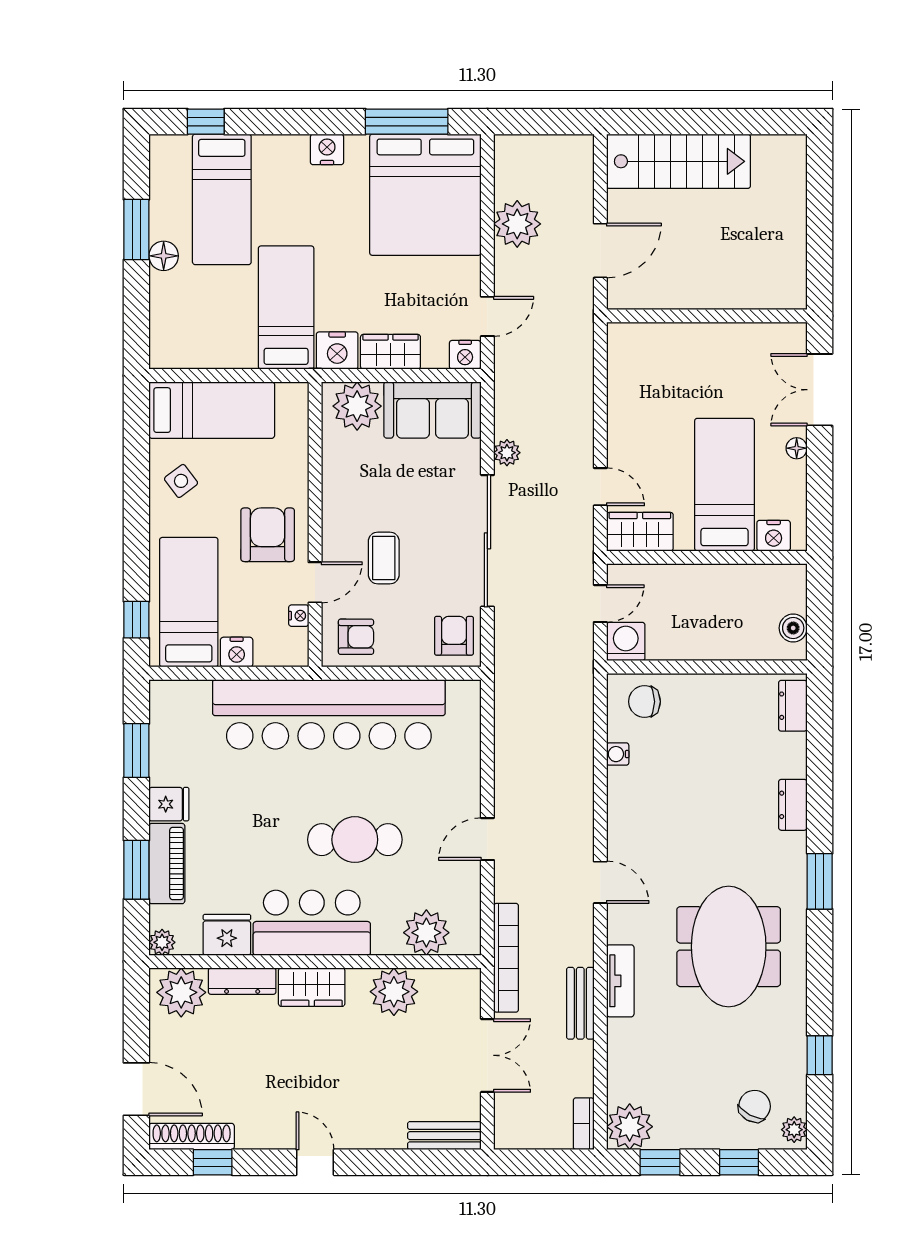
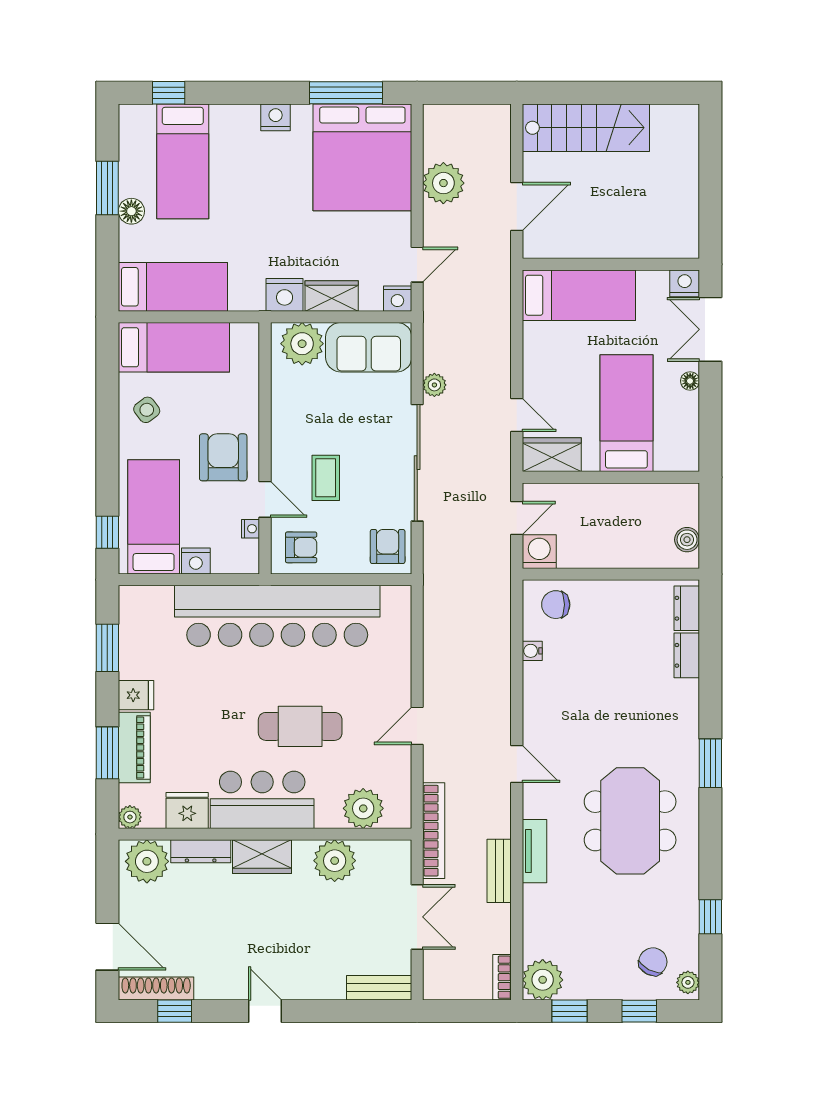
bed: (286, 308) -> (173, 287), moved, turned 90
bed: (671, 351) -> (579, 295), added
nightstand: (774, 536) -> (685, 283), moved, turned 180
door: (315, 582) -> (265, 499), hinge flipped
dresser: (793, 805) -> (687, 655), moved

